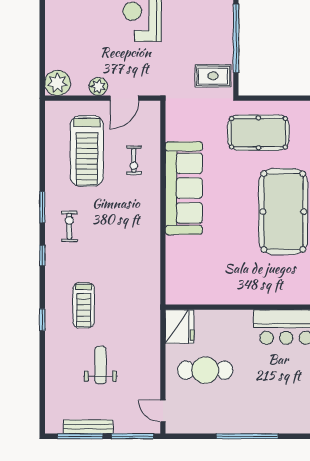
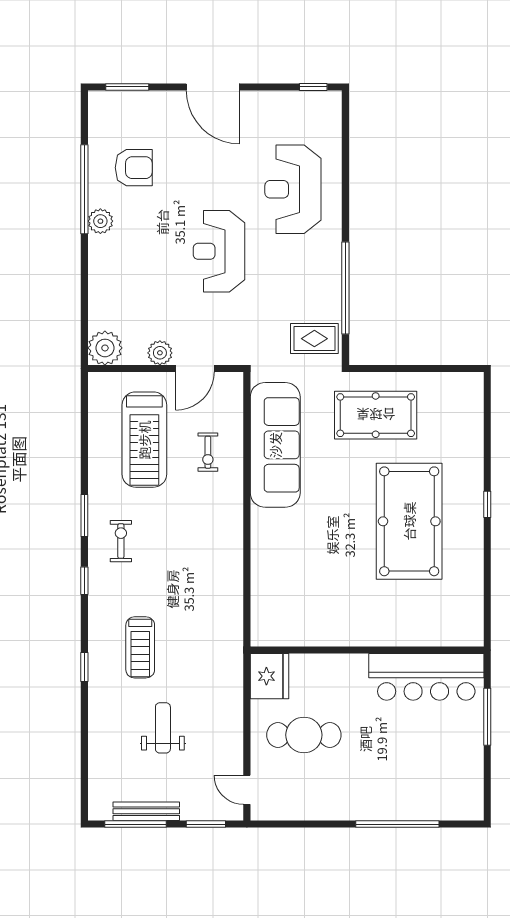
sofa: (184, 188) -> (275, 445), moved
window: (132, 436) -> (206, 824), width x0.69
window: (247, 436) -> (397, 824), moved

